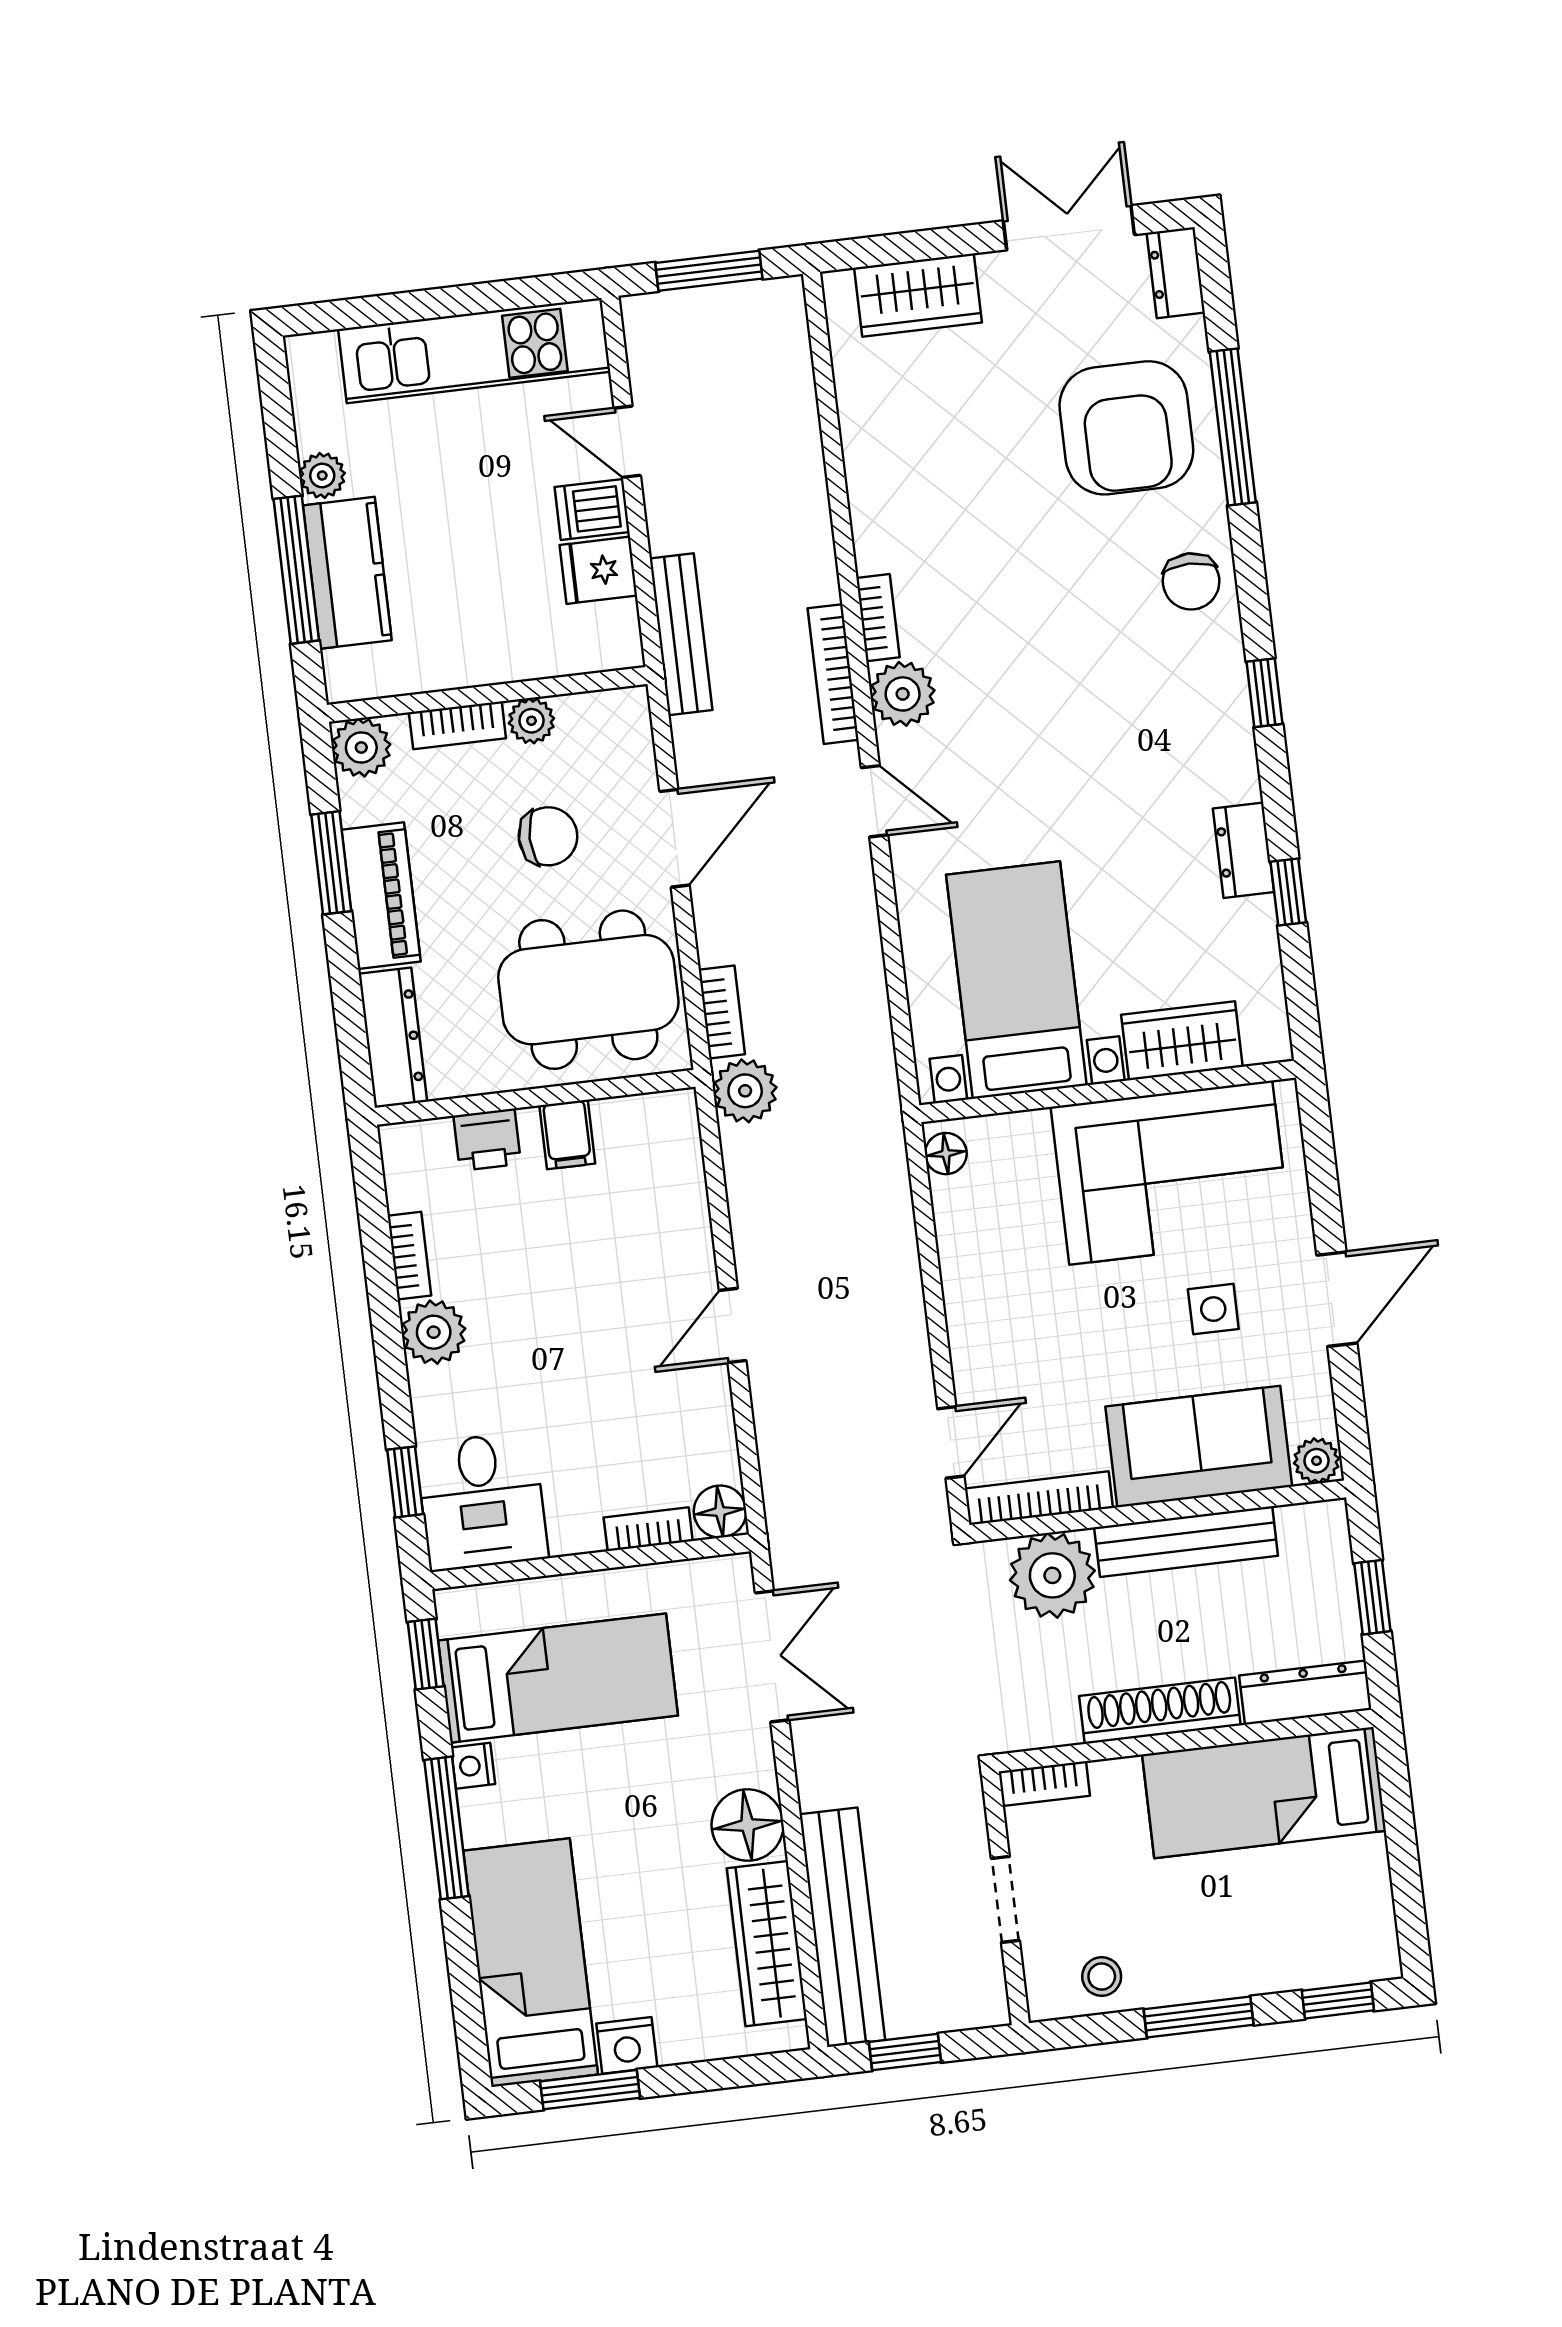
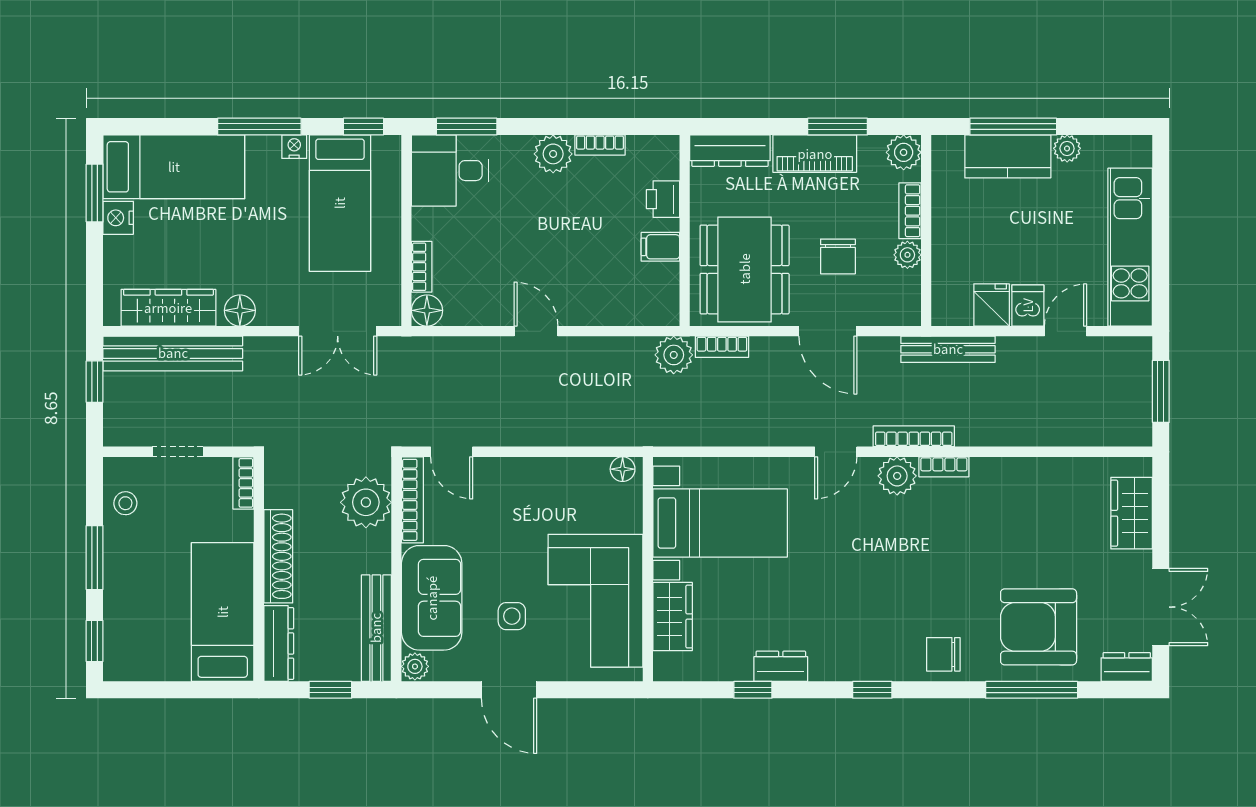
window: (405, 1482) -> (467, 127), width x1.50
bench: (1186, 1542) -> (376, 628), moved
floor lamp: (748, 1825) -> (240, 310), width x0.73, depth x0.73

